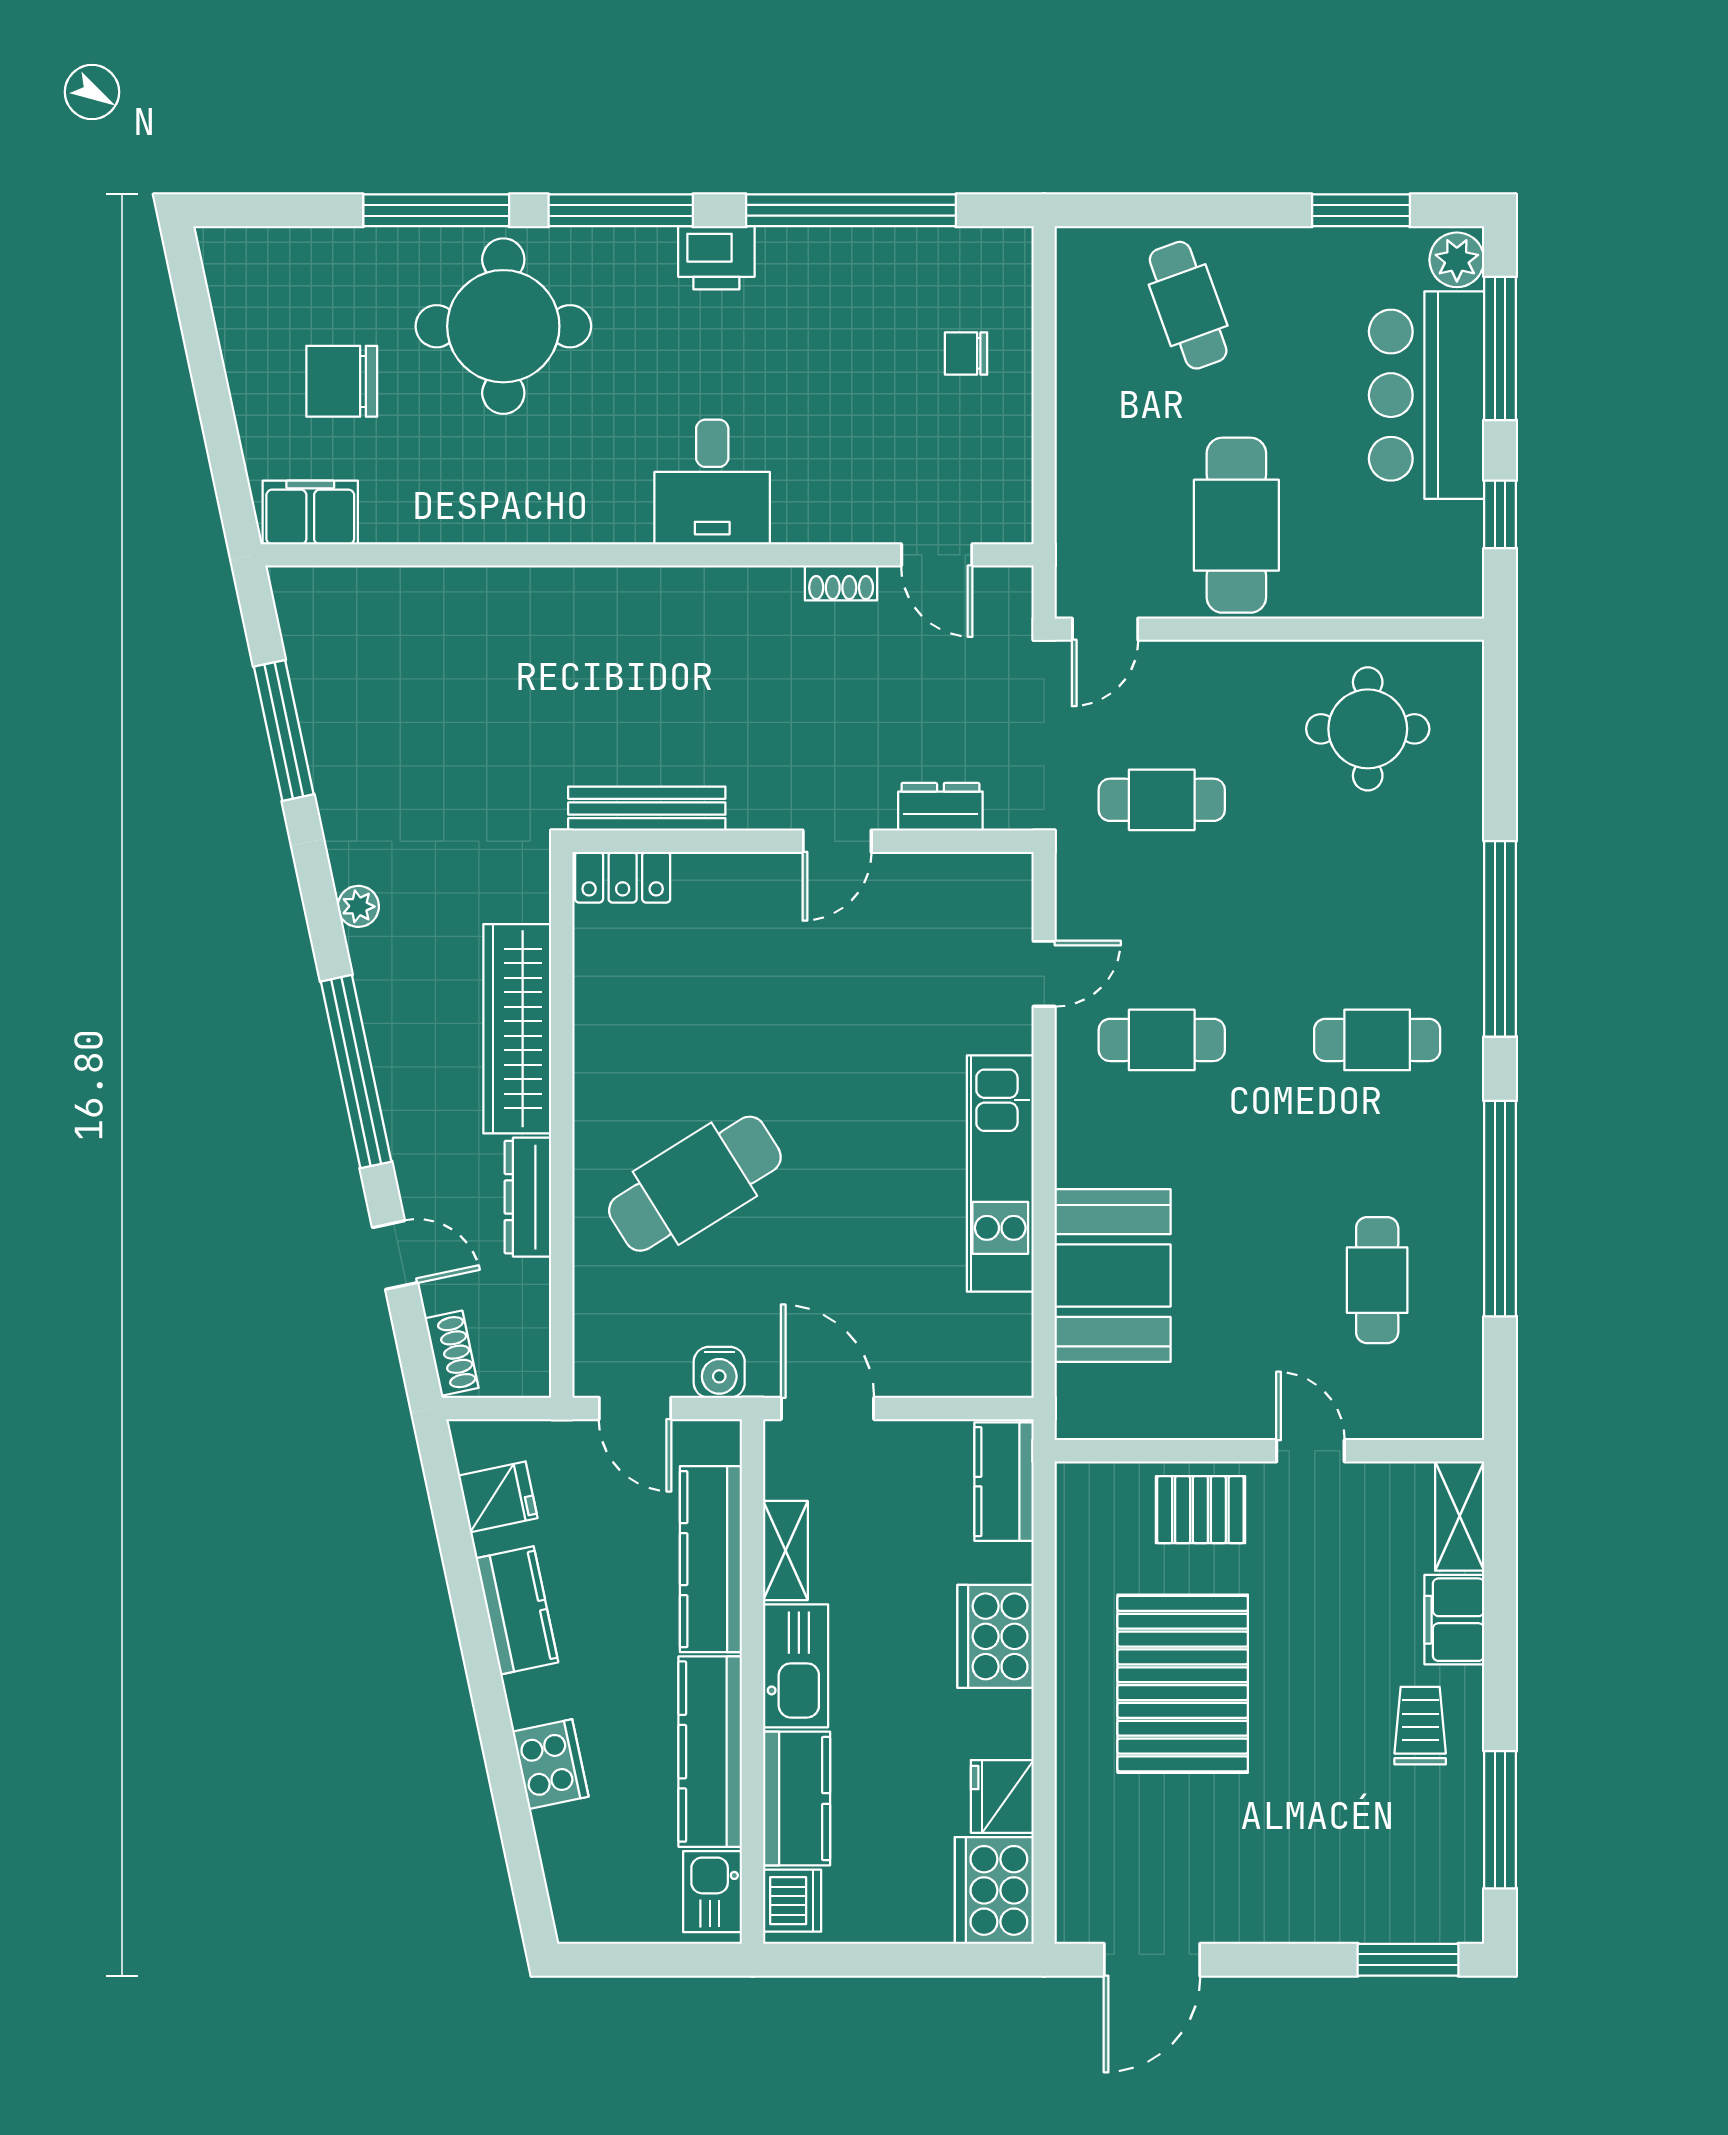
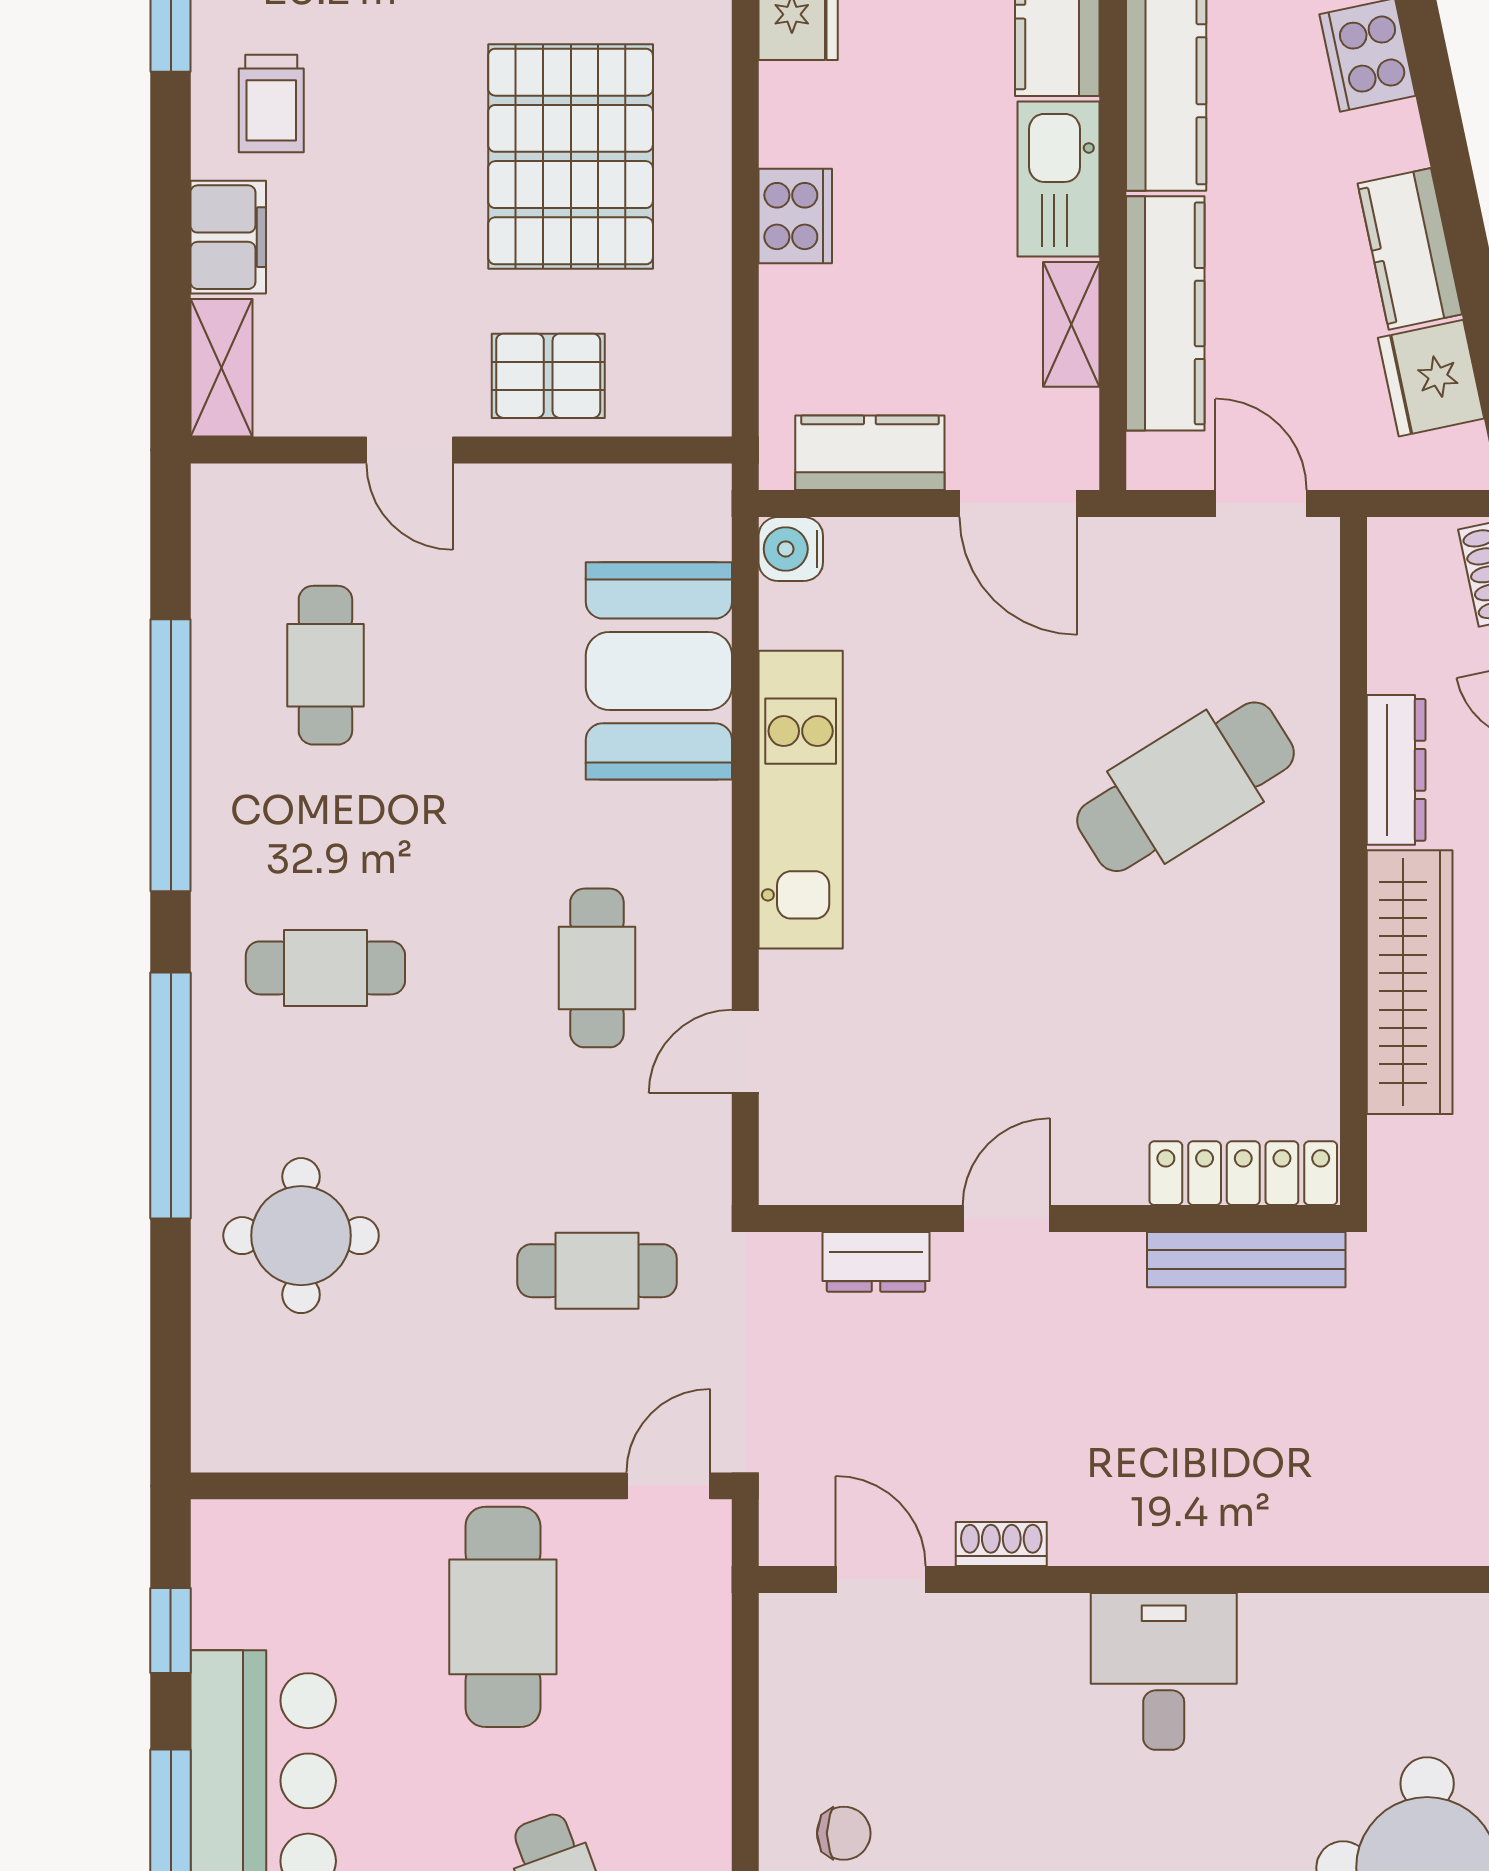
round table: (1368, 729) -> (301, 1236), moved
locker: (623, 877) -> (1243, 1173), width x1.53
cafe table: (1162, 1040) -> (597, 968), turned 90
water cooler: (719, 1372) -> (791, 549), moved, turned -90
kitchen counter: (1004, 1482) -> (870, 453), moved, turned -90
fridge: (498, 1497) -> (1431, 378), width x1.38
cooker: (996, 1636) -> (795, 216), width x0.73, depth x0.76

